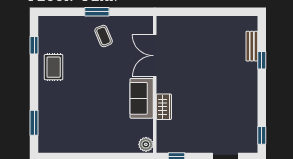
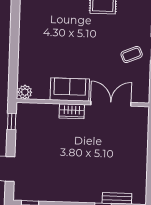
wardrobe: (164, 107) -> (72, 111), moved

